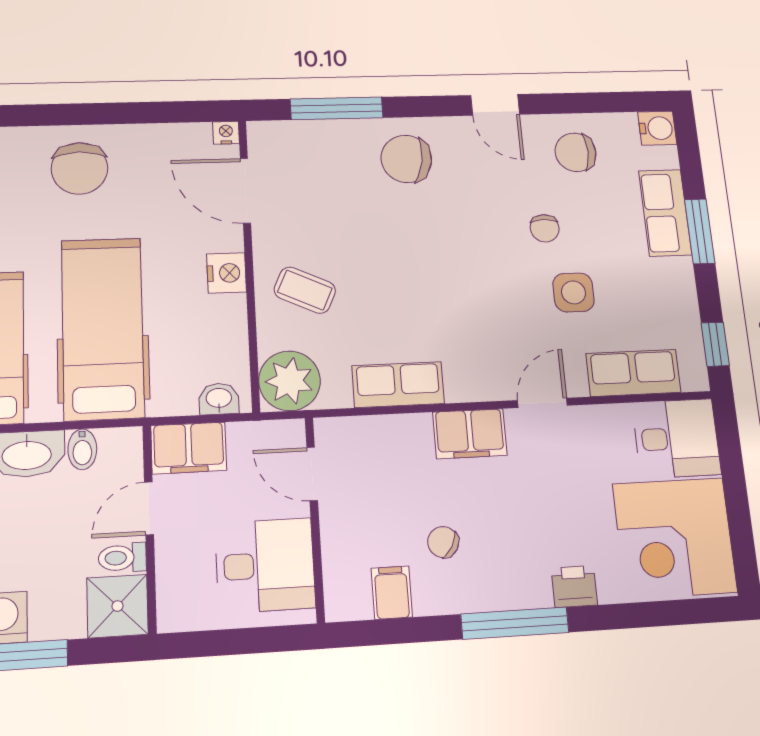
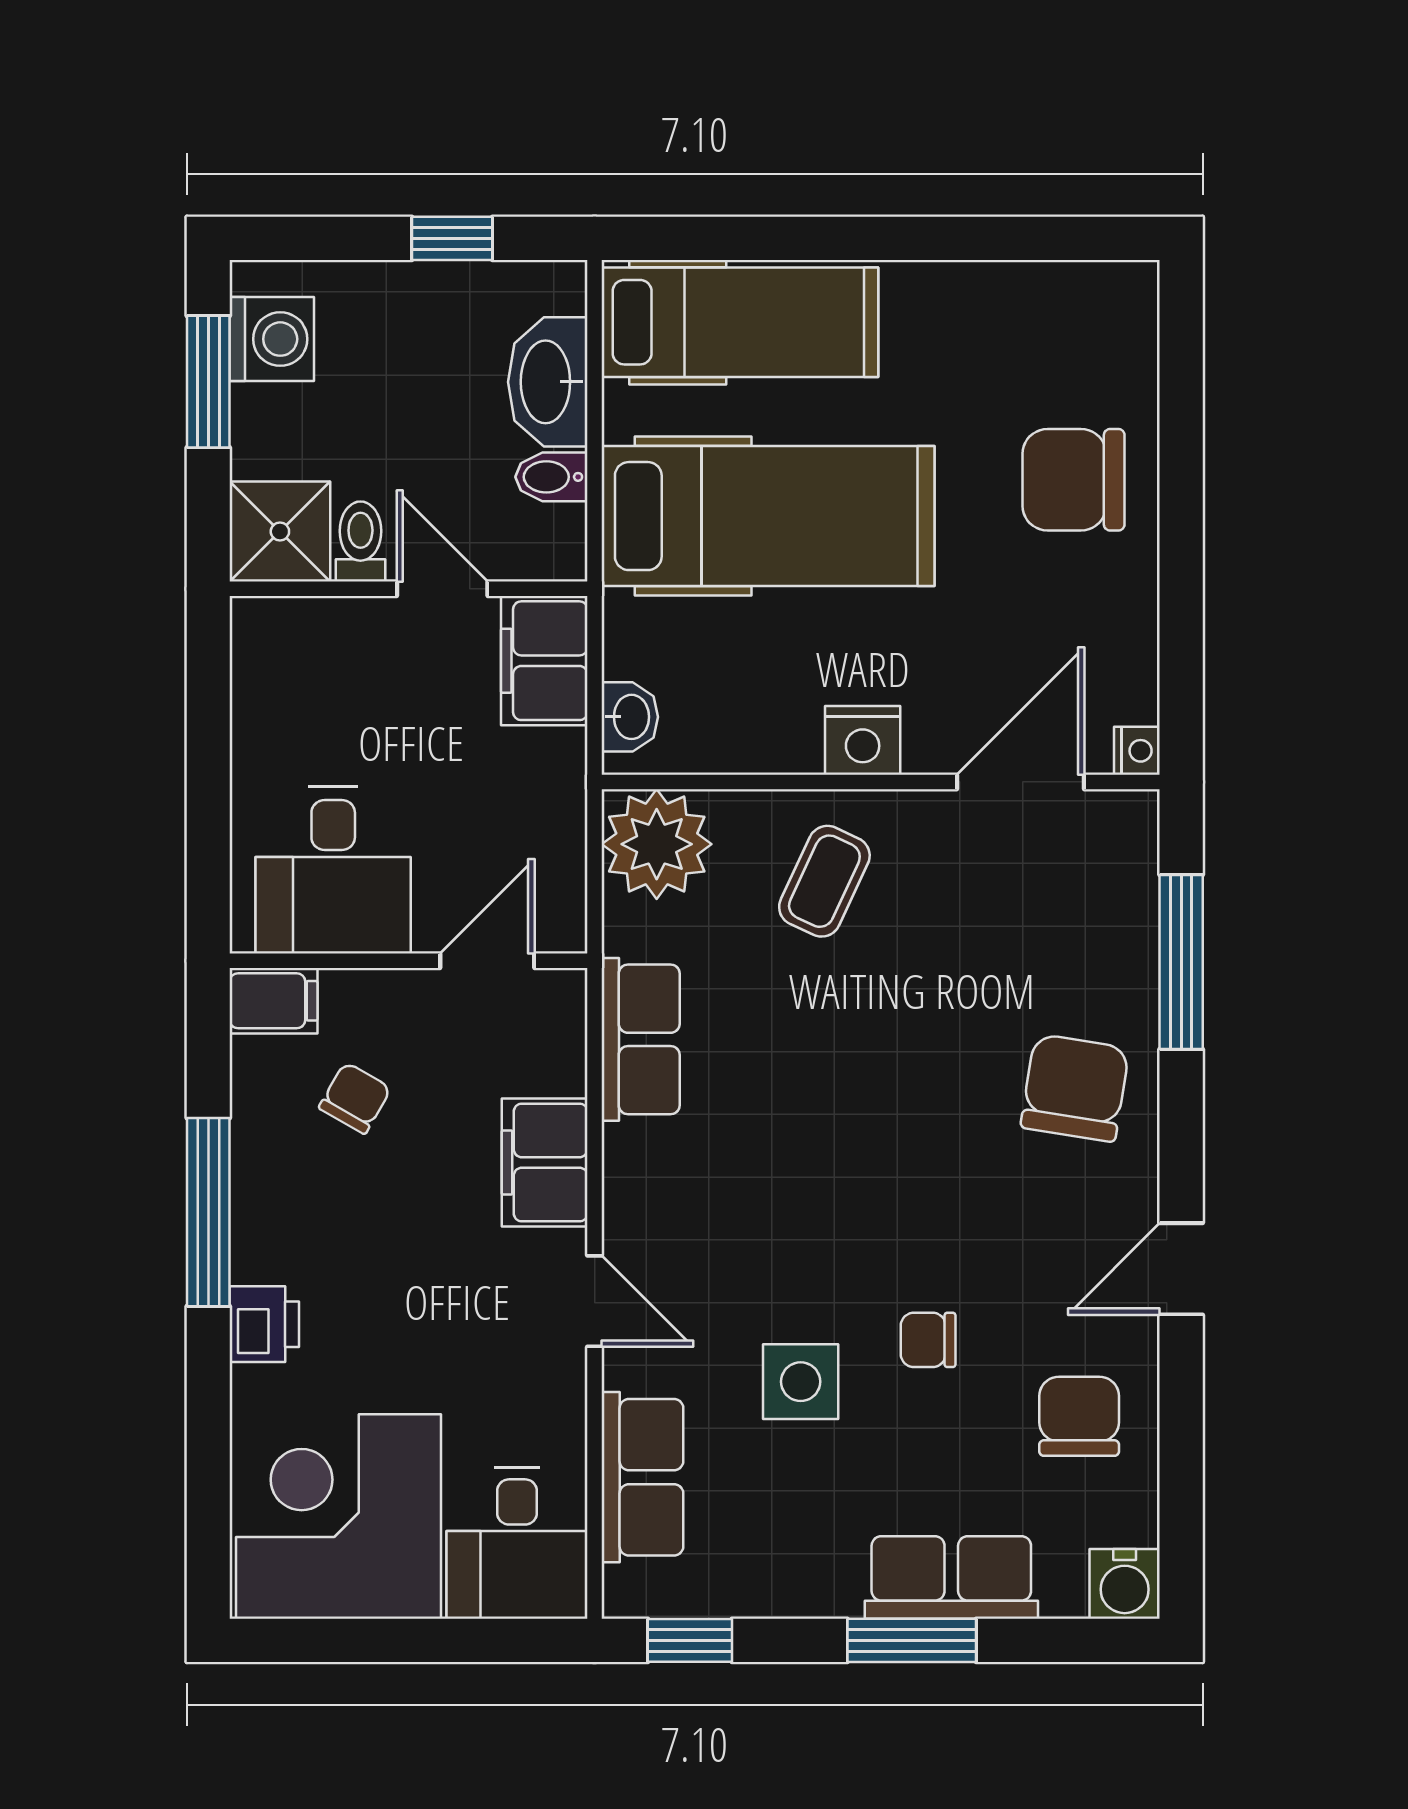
door: (312, 474) -> (487, 961), moved
wall: (315, 519) -> (409, 961), moved
desk: (265, 565) -> (333, 870), moved

